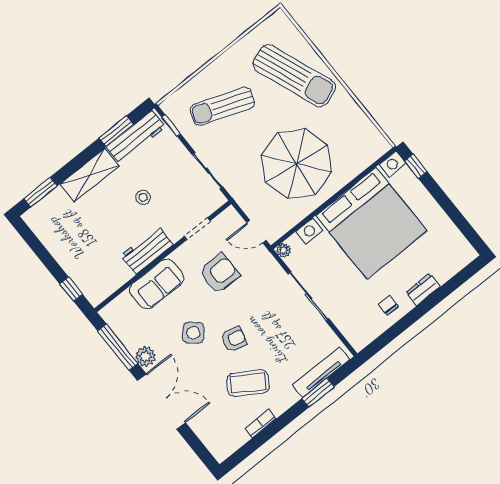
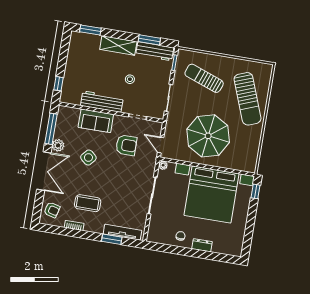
workbench: (147, 250) -> (102, 102), width x1.38
armchair: (234, 339) -> (52, 210), moved
coffee table: (248, 383) -> (88, 203), turned -32

